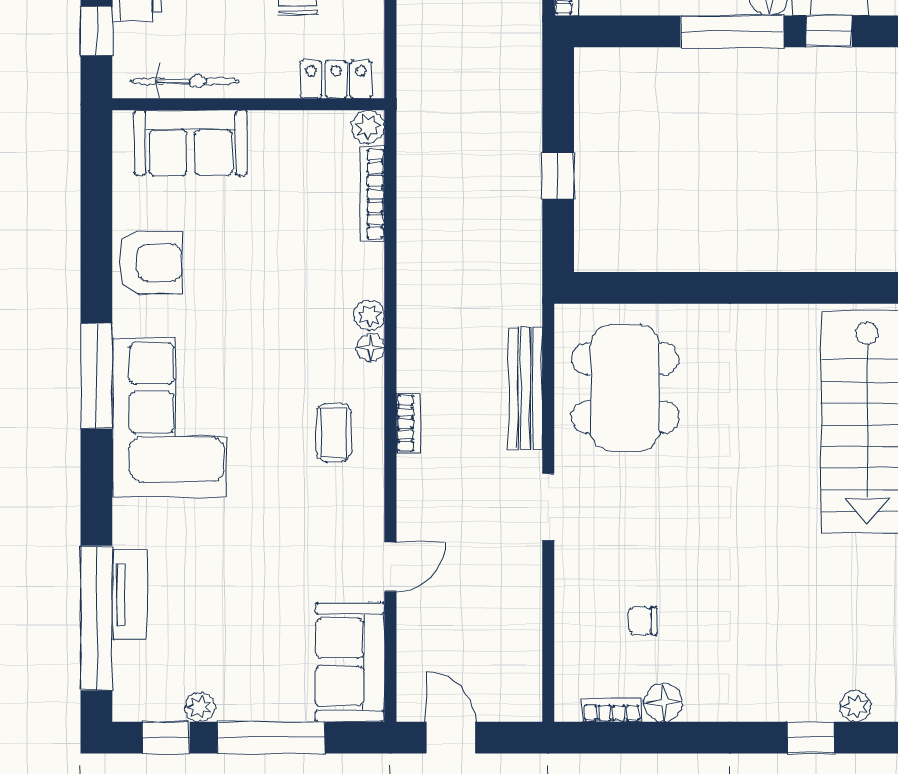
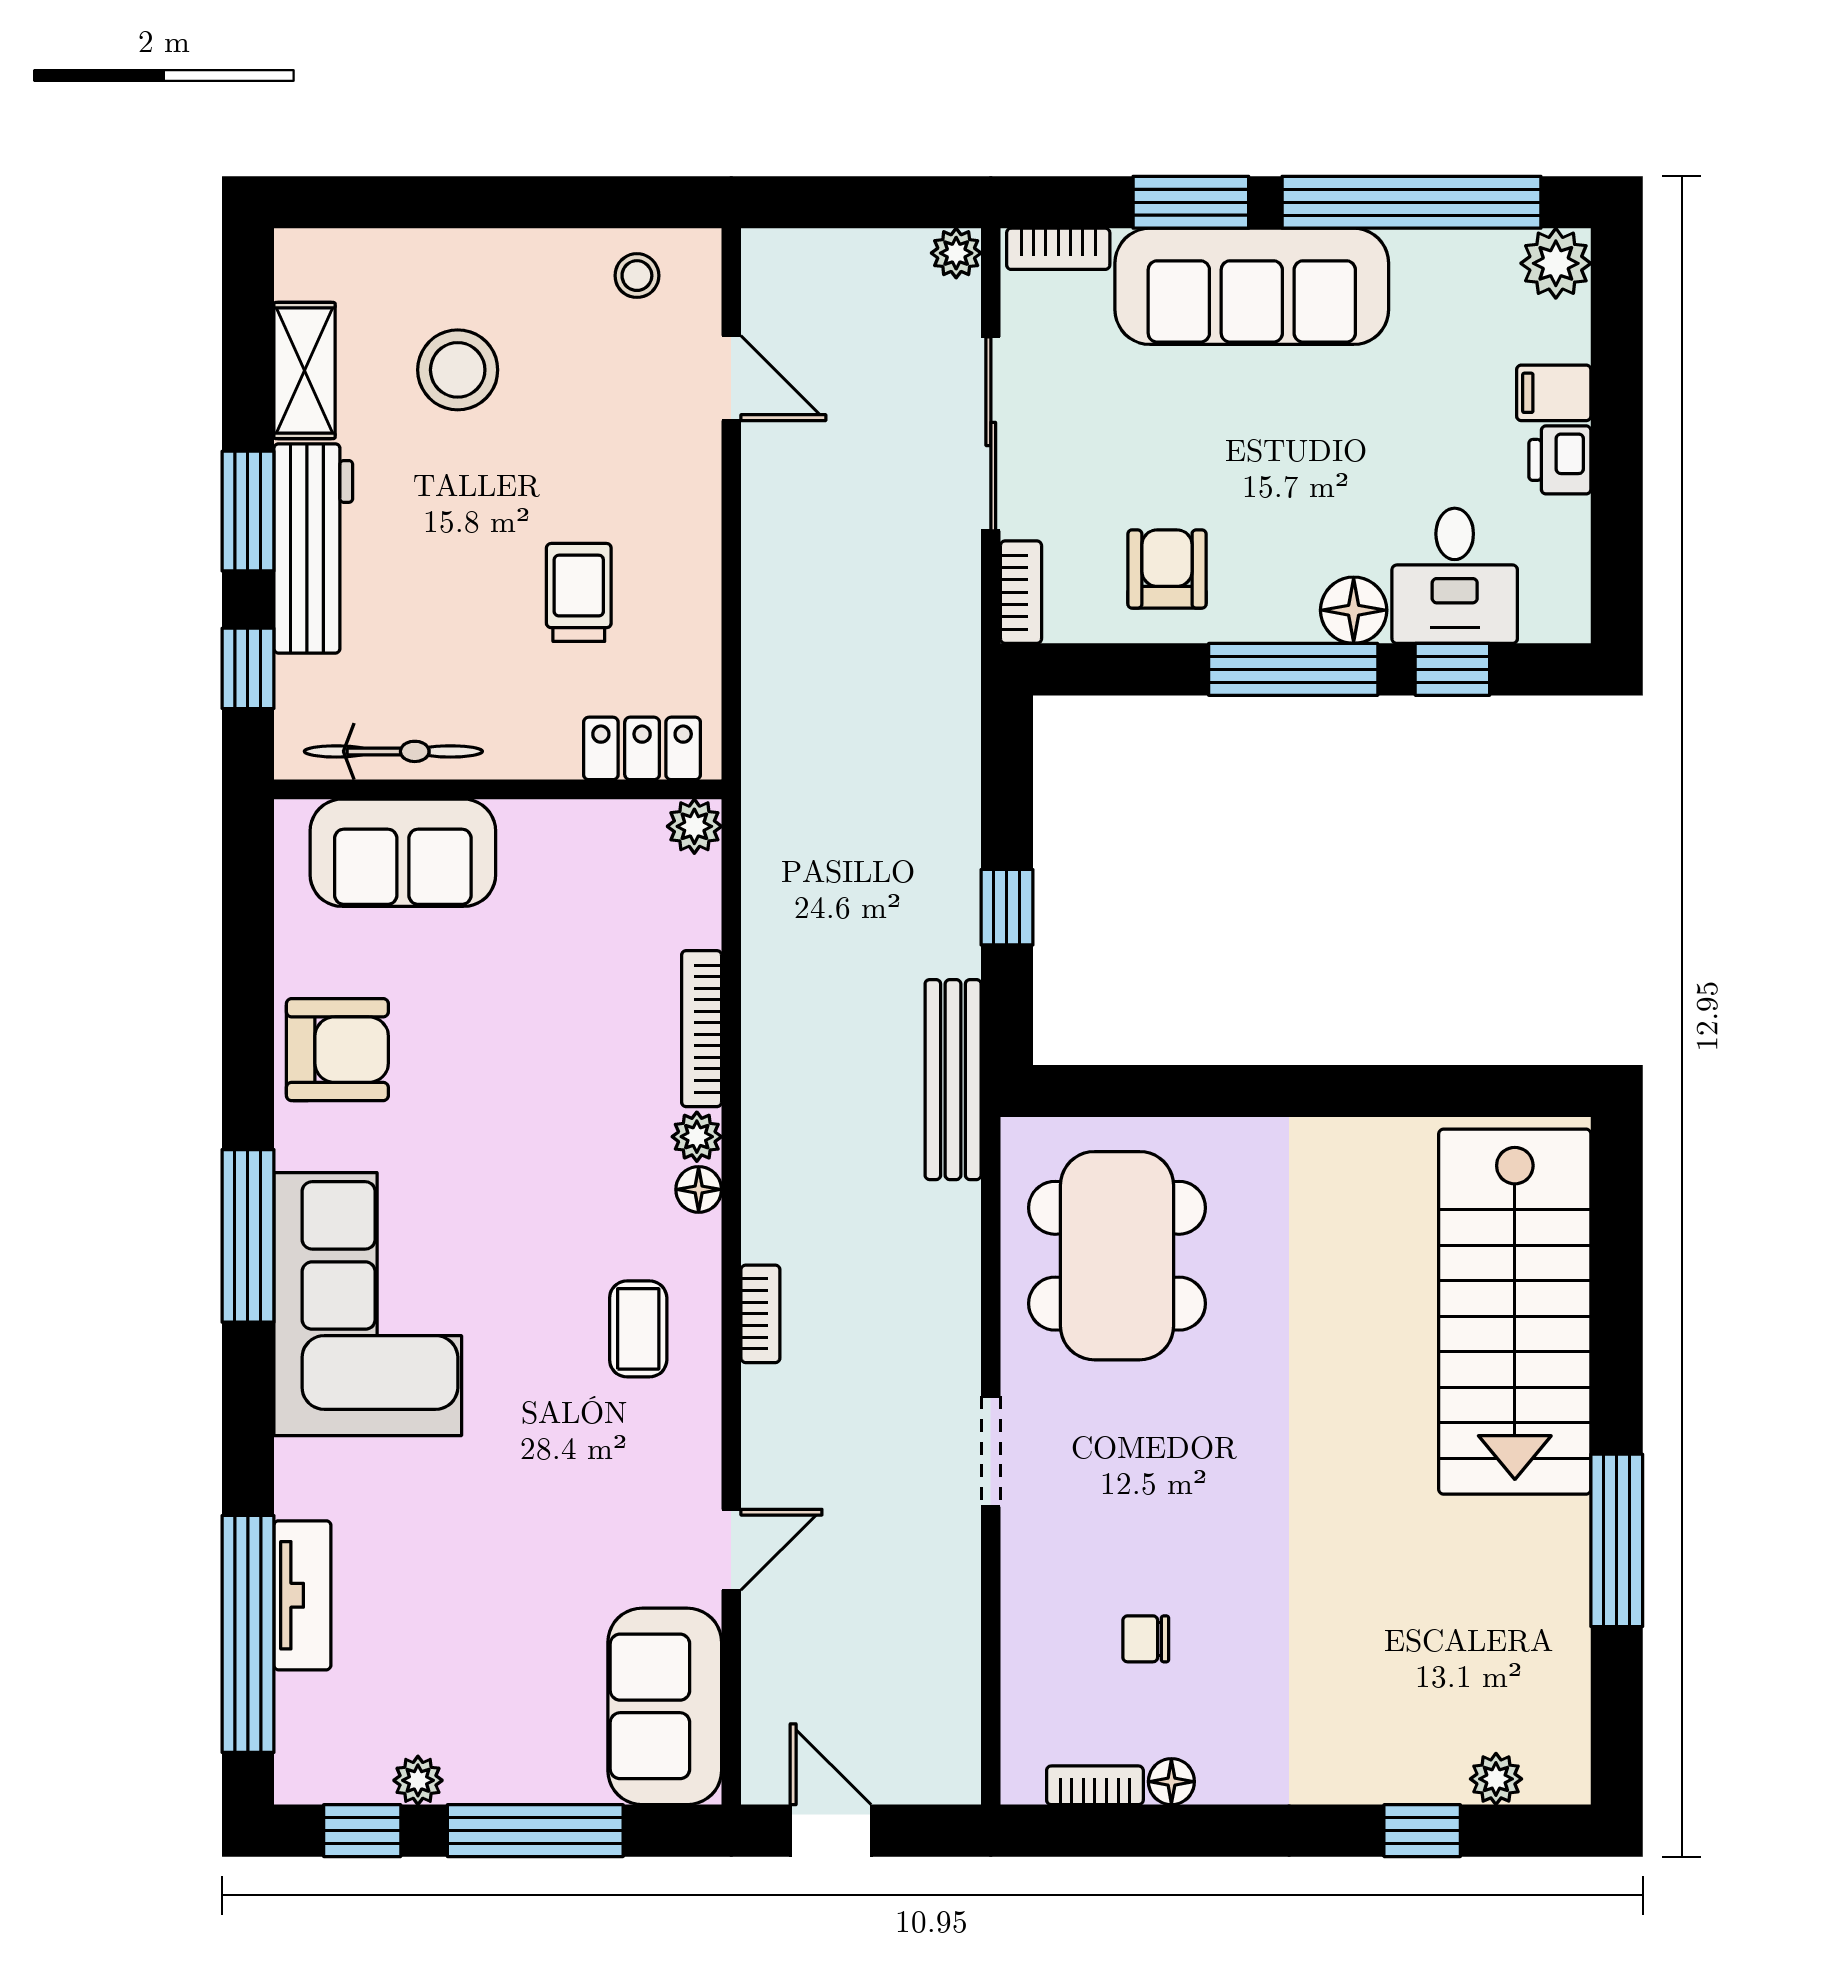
bookcase: (372, 194) -> (702, 1029), moved
bench: (525, 389) -> (953, 1080), moved
floor lamp: (663, 703) -> (1171, 1782), width x0.73, depth x0.73

